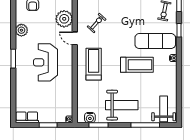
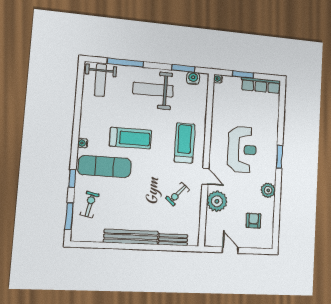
treadmill: (94, 64) -> (184, 143), turned 180
treadmill: (137, 65) -> (131, 138), turned 180
row of seats: (27, 117) -> (261, 85), width x1.48

